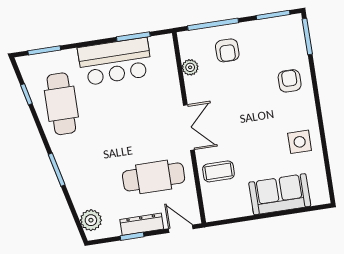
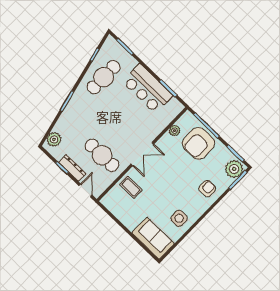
plant: (291, 31) -> (234, 169), added
armchair: (227, 50) -> (198, 143), width x1.88, depth x1.88
sofa: (280, 194) -> (153, 238), moved

